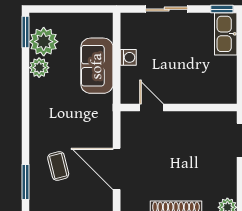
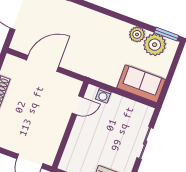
washing machine: (128, 57) -> (103, 96), moved
sofa: (97, 66) -> (141, 84), moved
coffee table: (58, 166) -> (60, 22), removed

